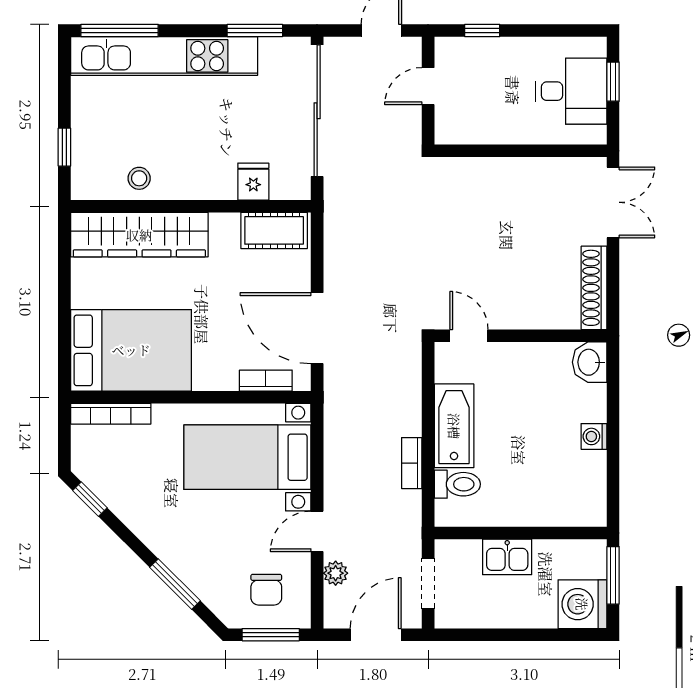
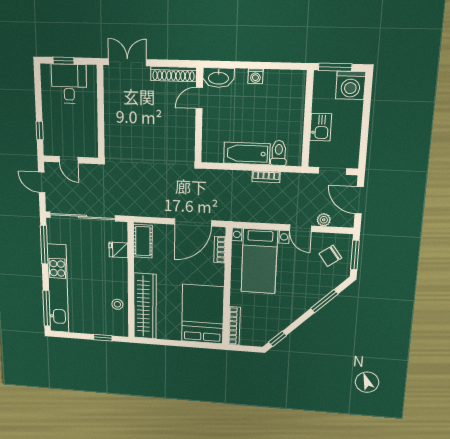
window: (255, 30) -> (44, 245), width x1.44
door: (469, 336) -> (199, 98), moved
washbasin: (590, 362) -> (218, 78), width x1.38
chair: (266, 590) -> (330, 256), turned 144

